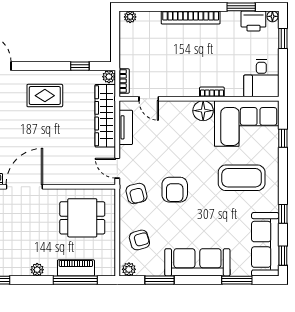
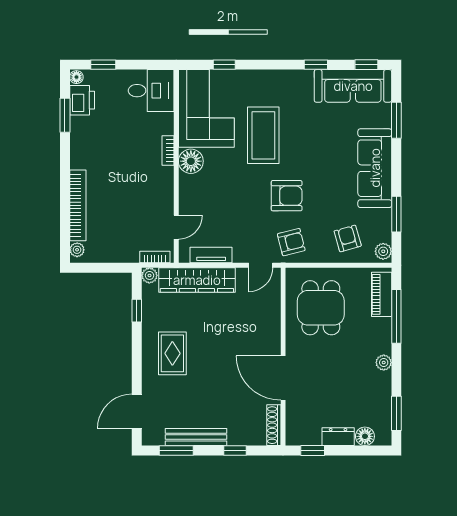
bookcase: (191, 18) -> (78, 205), moved
coffee table: (242, 178) -> (263, 135), moved
piano: (76, 268) -> (382, 294), moved

